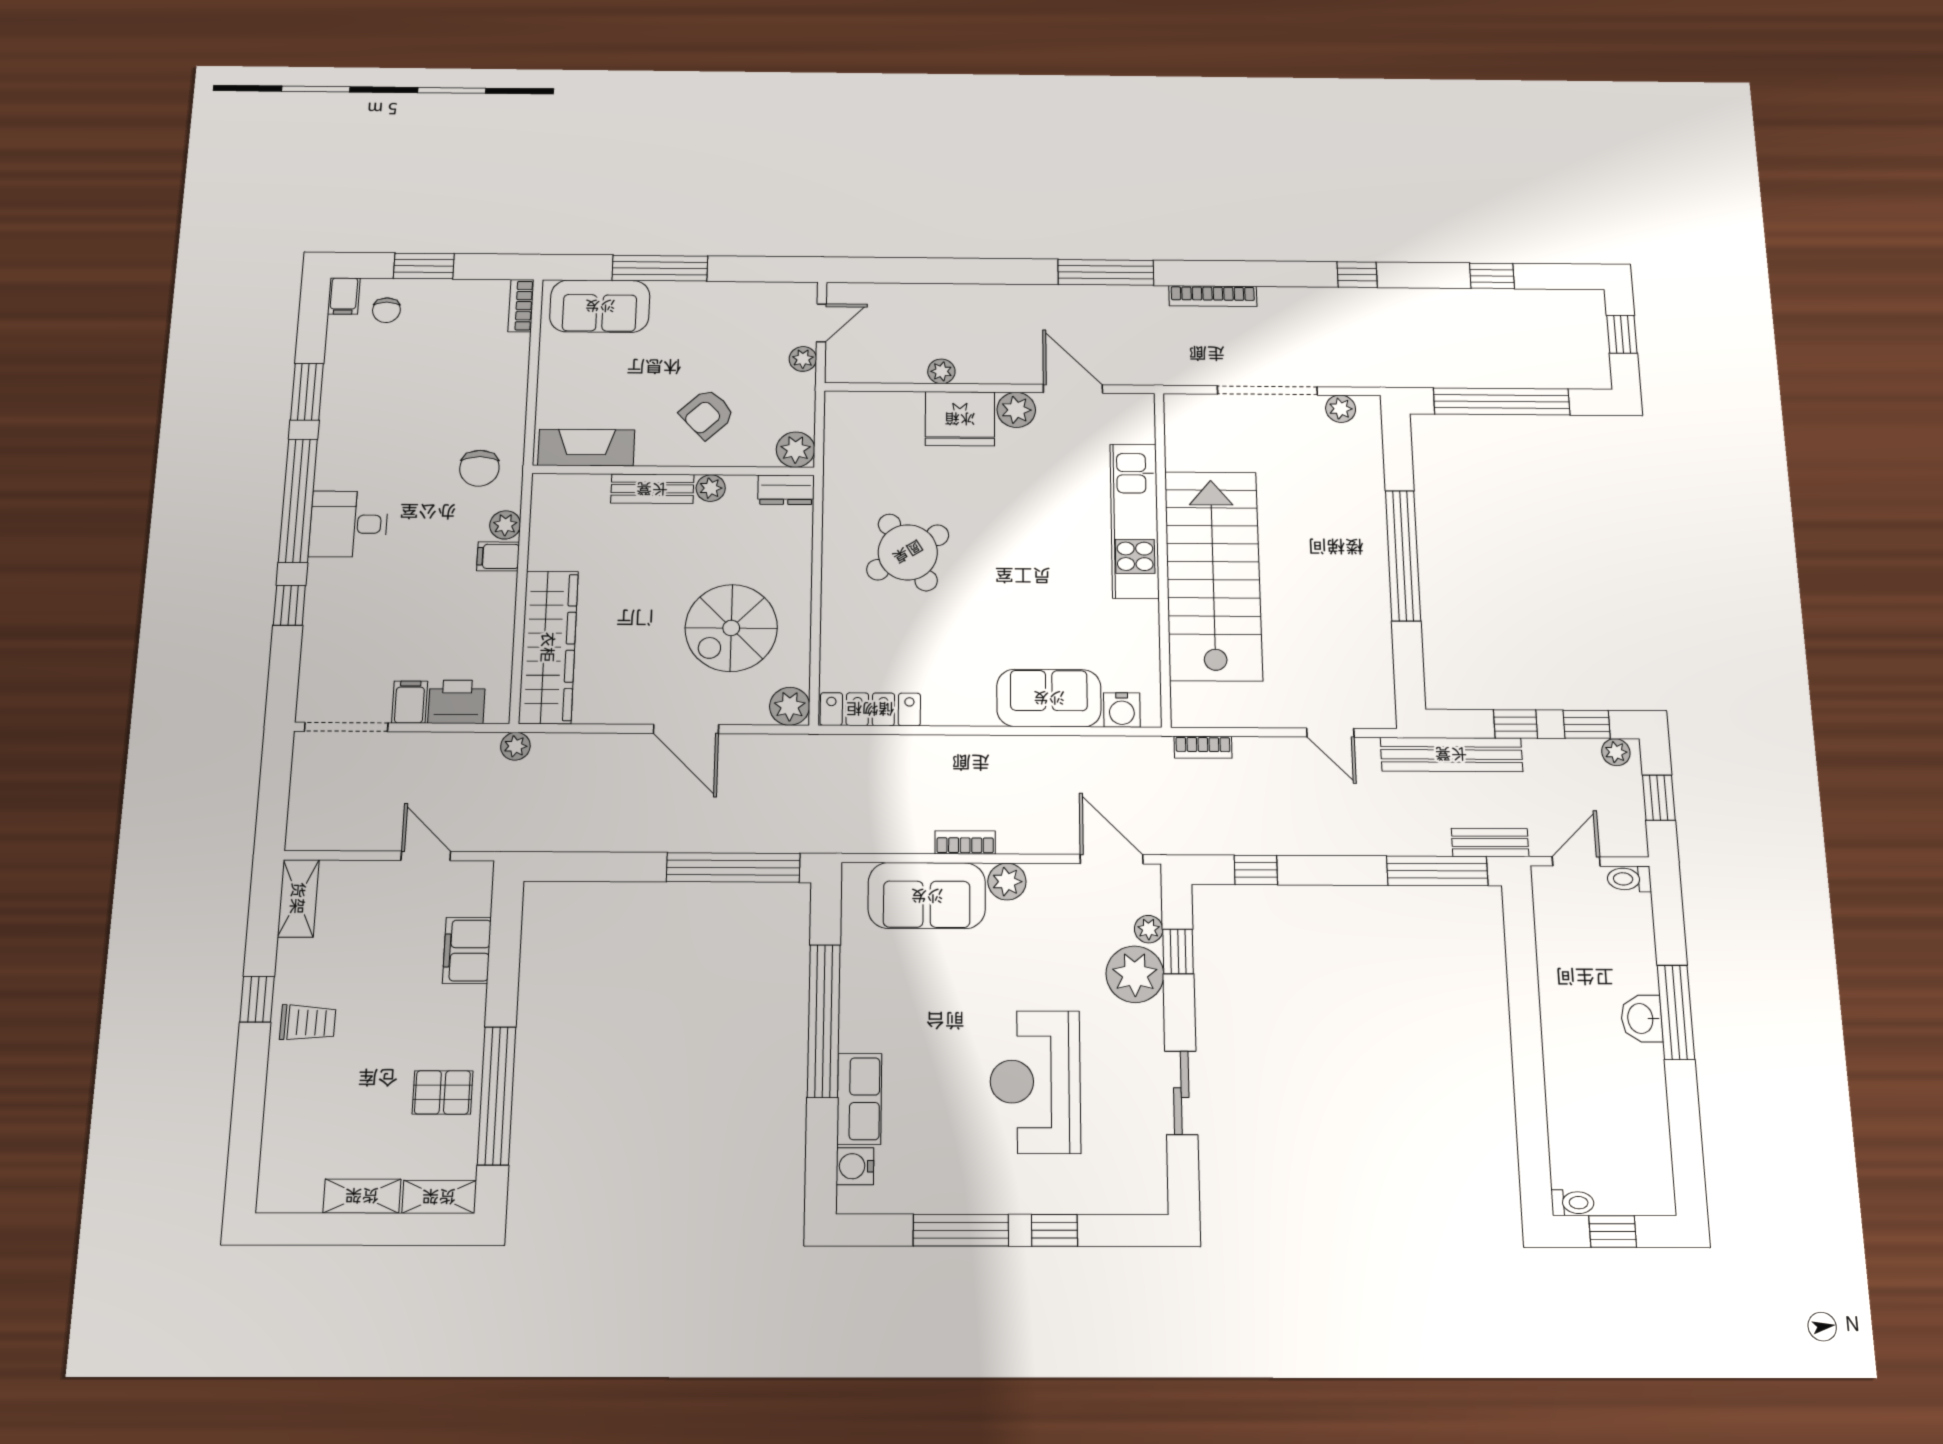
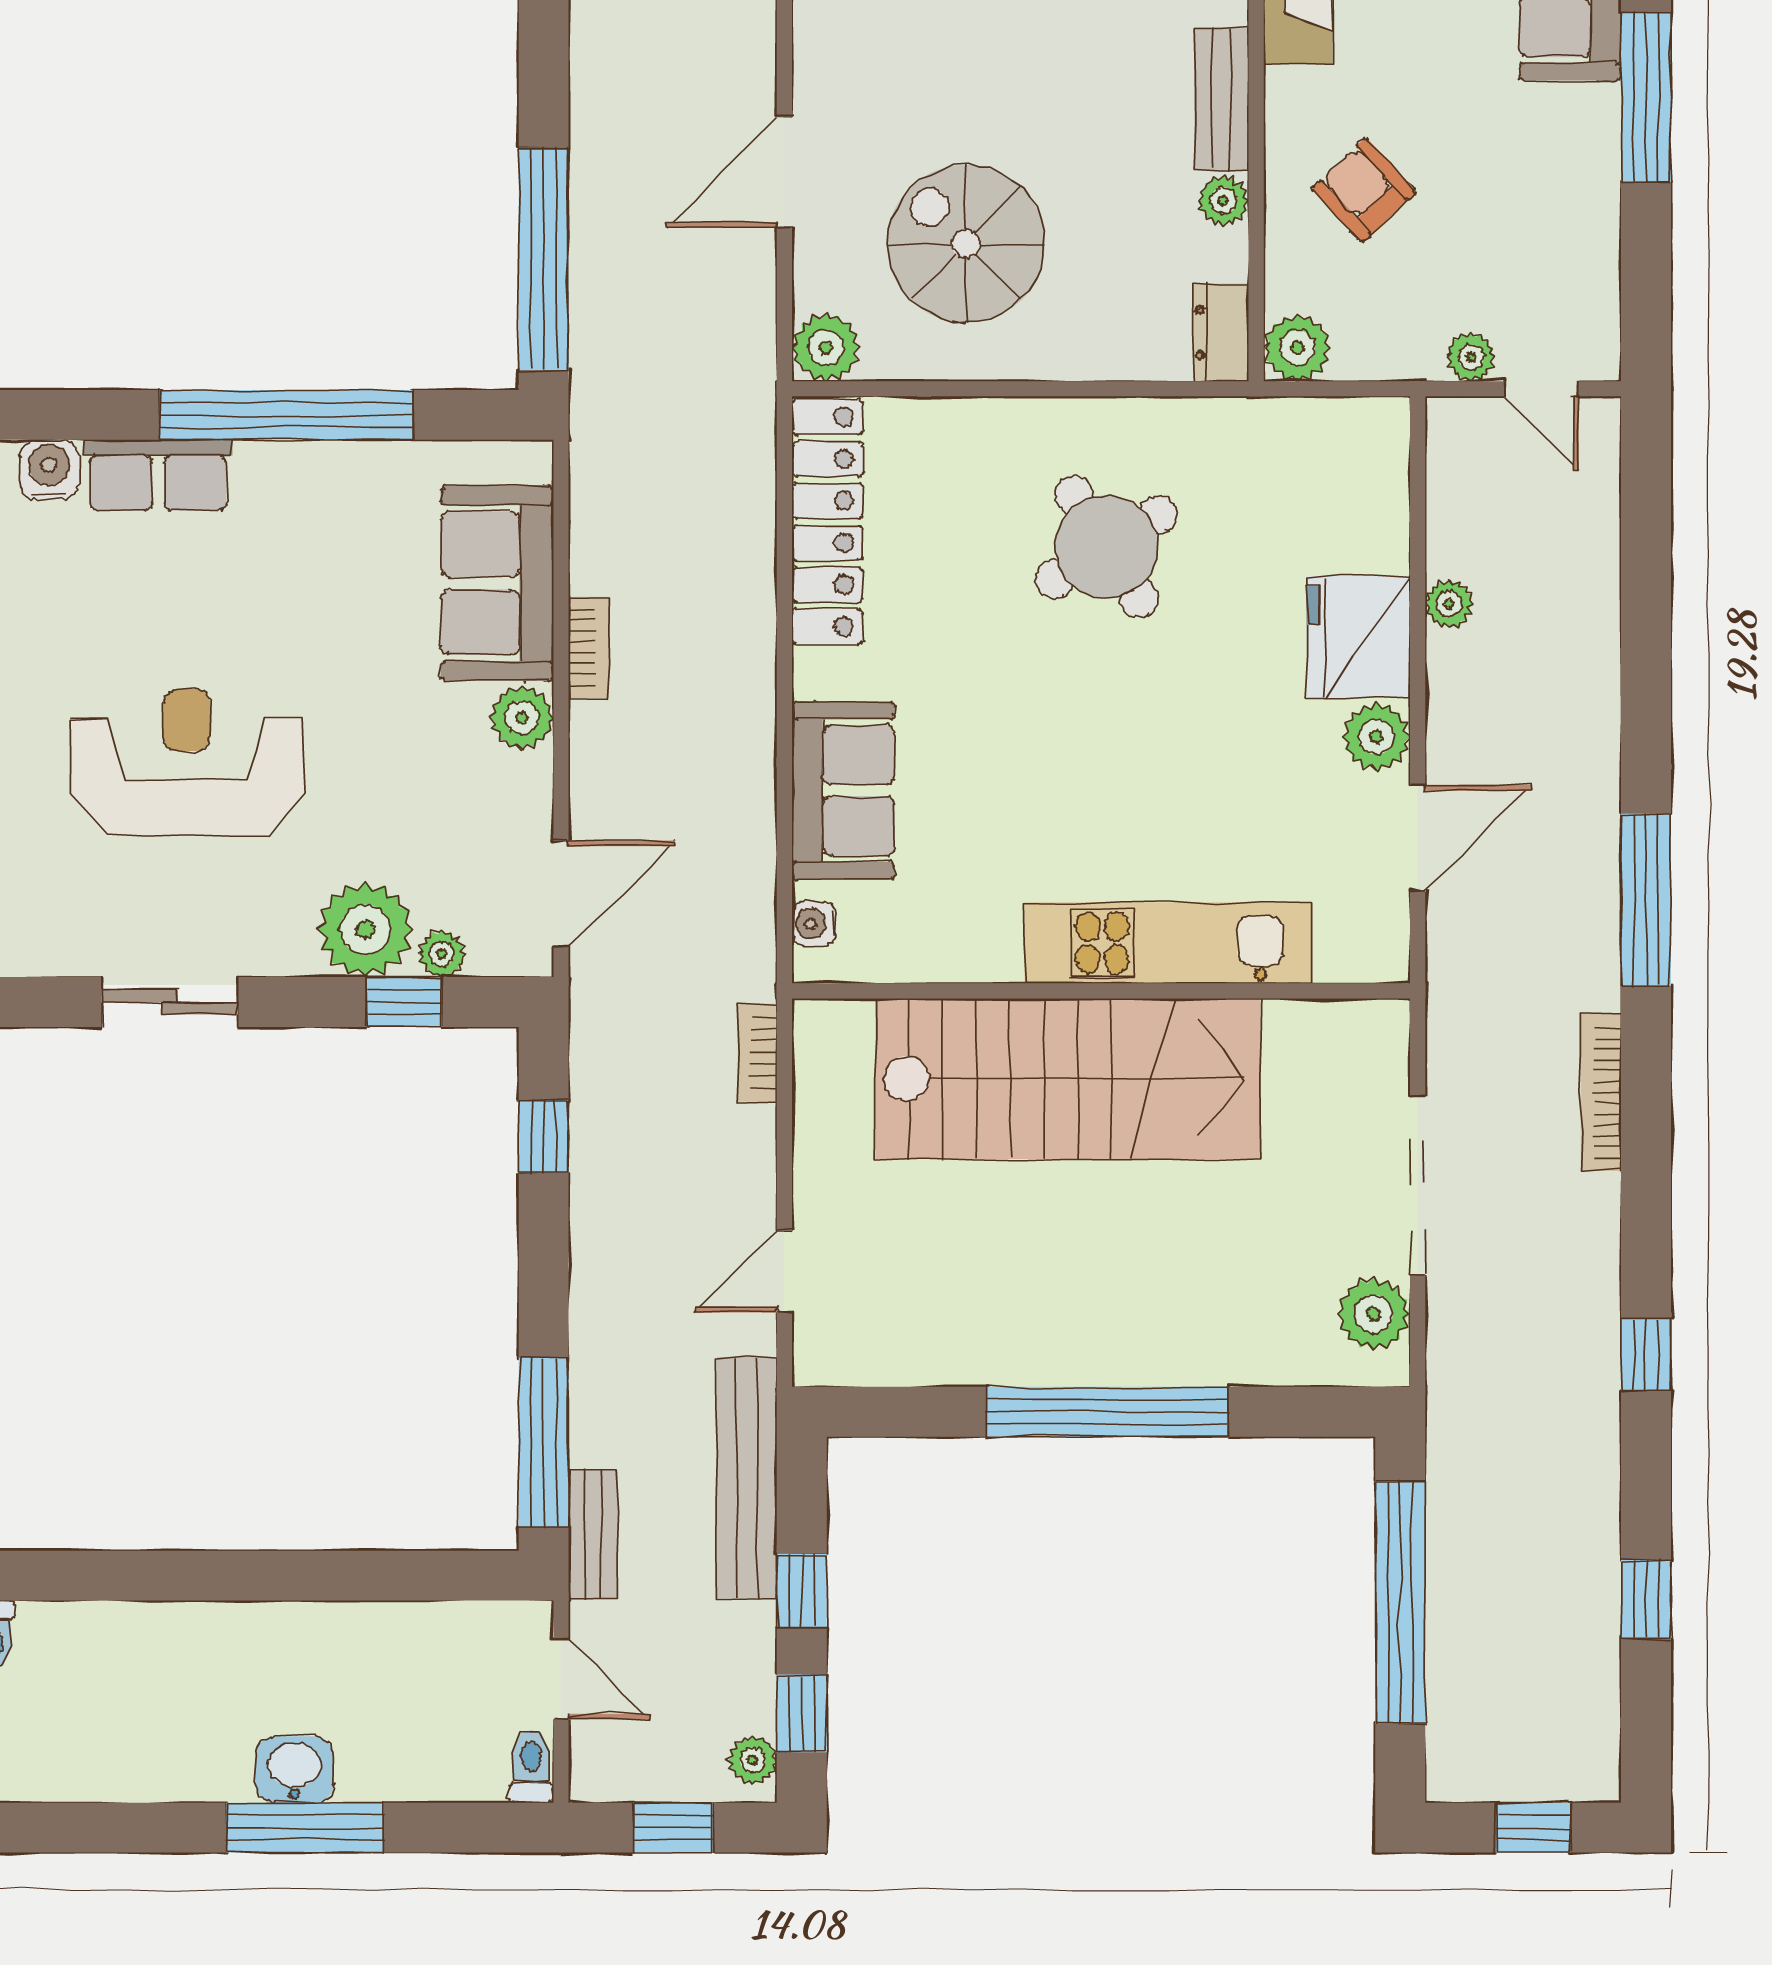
plant: (1341, 409) -> (1374, 1314), width x1.38, depth x1.38
locker: (870, 709) -> (827, 522), width x1.41, depth x1.21
water cooler: (1122, 710) -> (814, 924), width x0.72, depth x0.72

